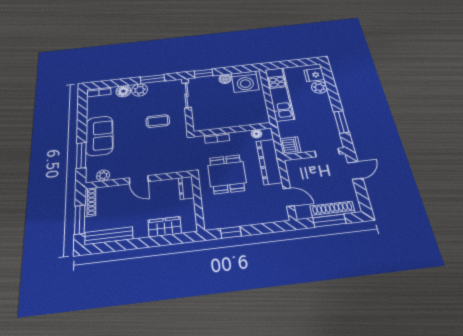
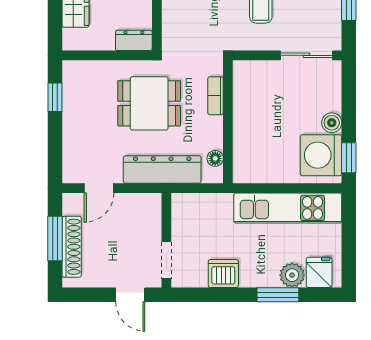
window: (204, 73) -> (349, 158), moved
window: (341, 122) -> (278, 295), moved
dishwasher: (290, 146) -> (223, 273), moved, turned 180

